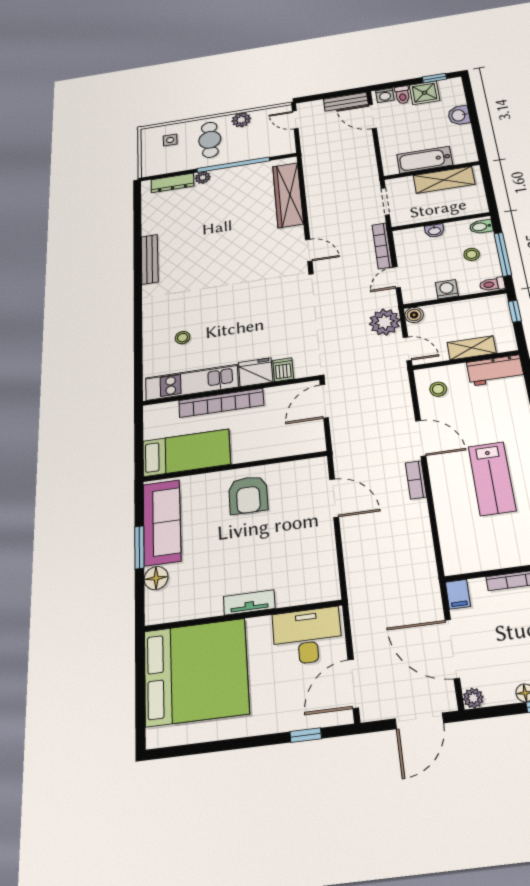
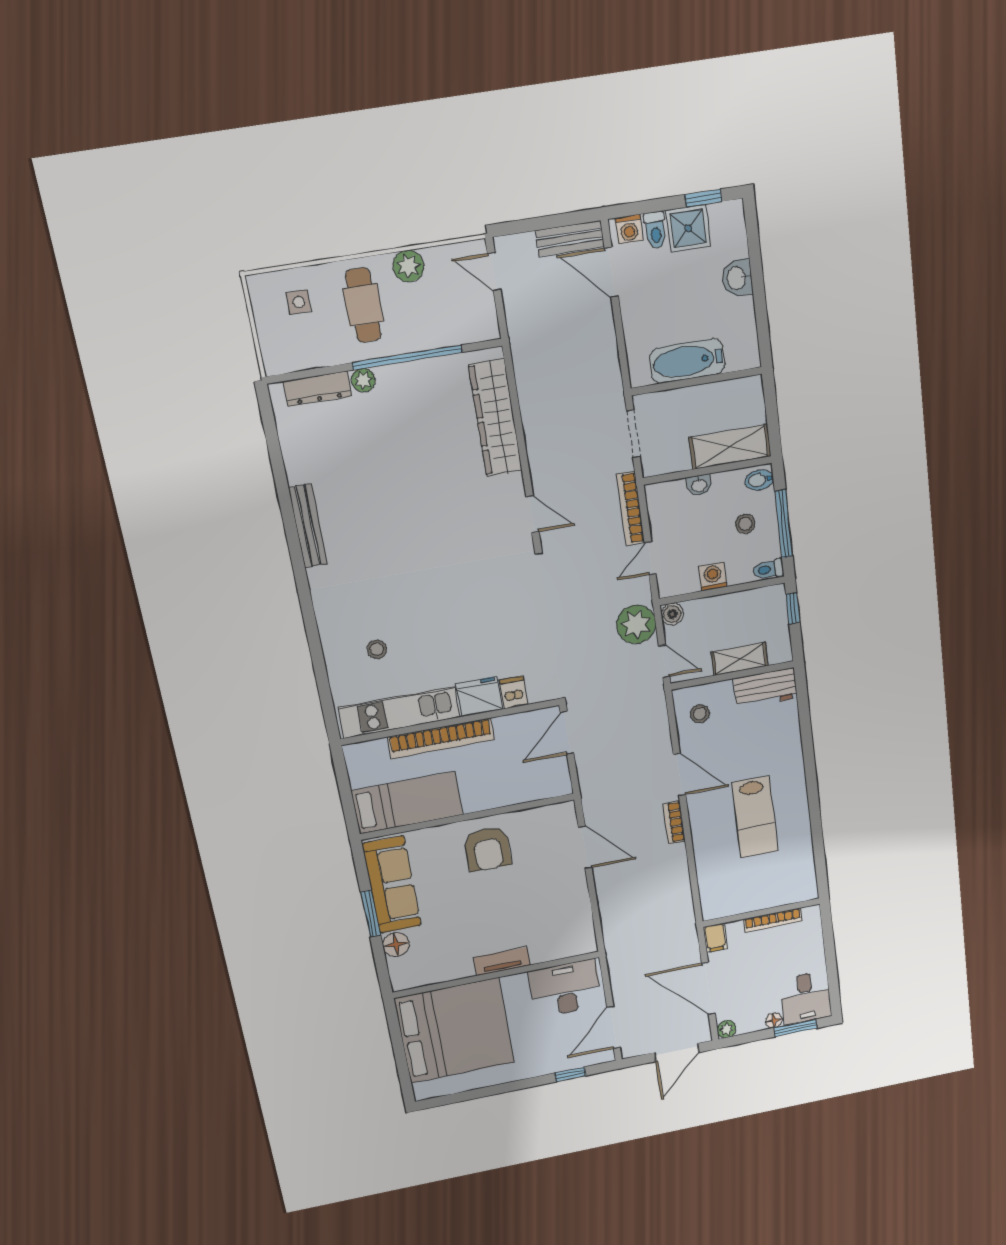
shelving: (444, 180) -> (730, 447), moved

